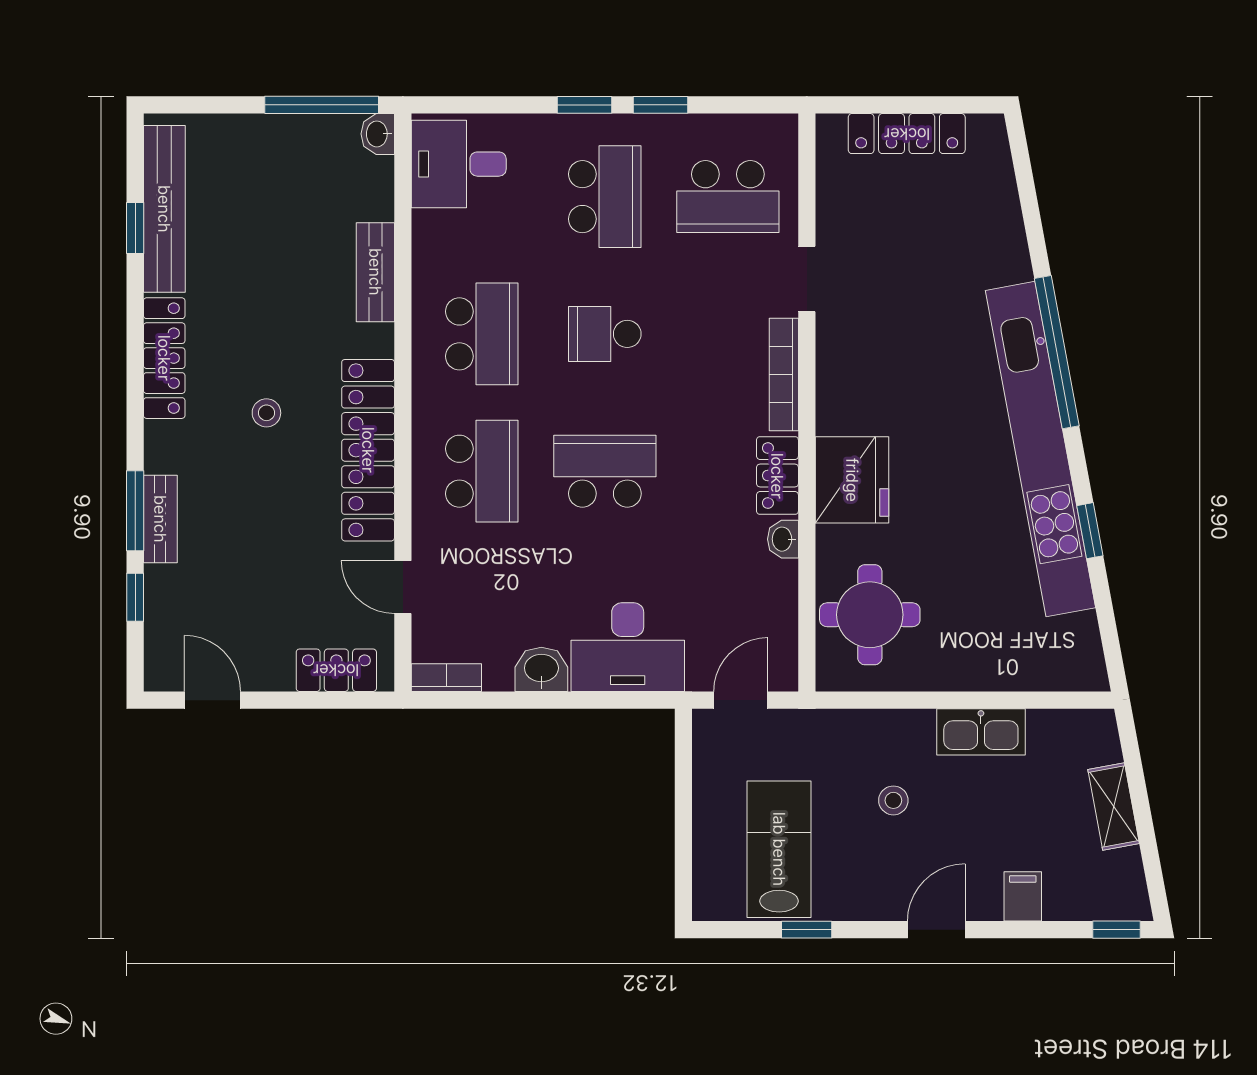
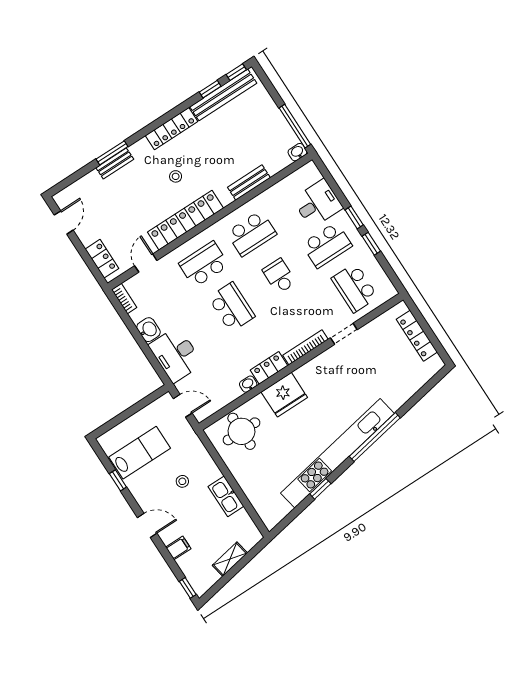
desk: (459, 164) -> (318, 204), moved, turned 90
school desk: (482, 471) -> (204, 264), turned 180
window: (135, 597) -> (236, 72), moved

